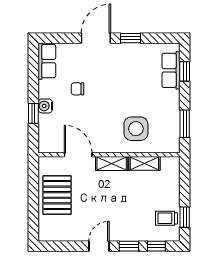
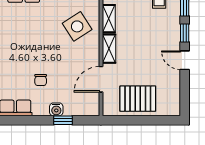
side table: (136, 129) -> (77, 26), turned -33

